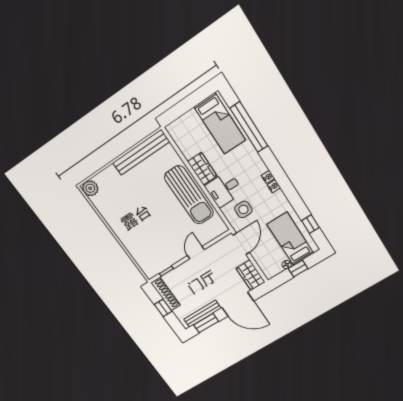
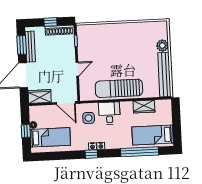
wardrobe: (202, 169) -> (144, 107), moved
plant: (90, 188) -> (162, 46), moved
window: (310, 224) -> (91, 154), moved
door: (196, 253) -> (77, 69), hinge flipped

